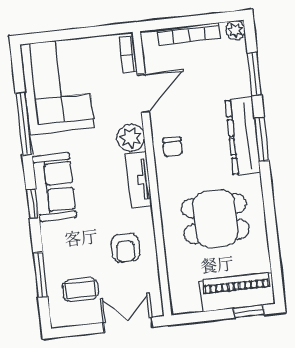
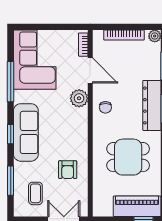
door: (143, 93) -> (90, 70), hinge flipped
tv unit: (139, 180) -> (81, 126), removed
sofa: (54, 187) -> (26, 132), width x1.36
coffee table: (80, 290) -> (35, 193), turned 90

